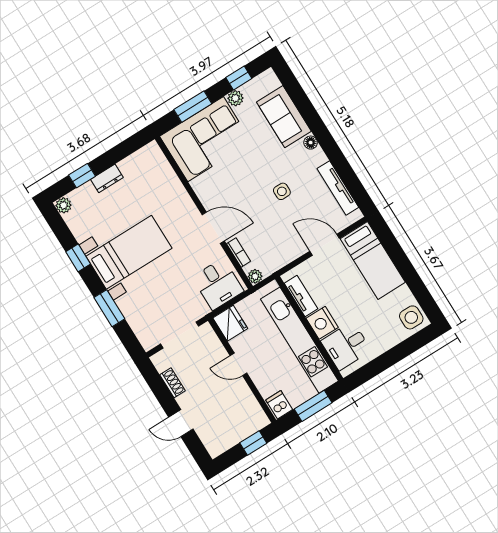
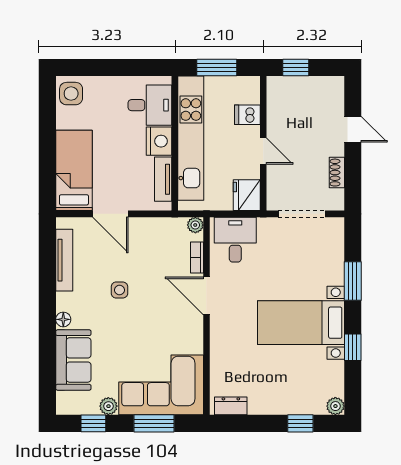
dresser: (107, 178) -> (231, 406), moved
dishwasher: (279, 405) -> (247, 115), moved, turned 90

